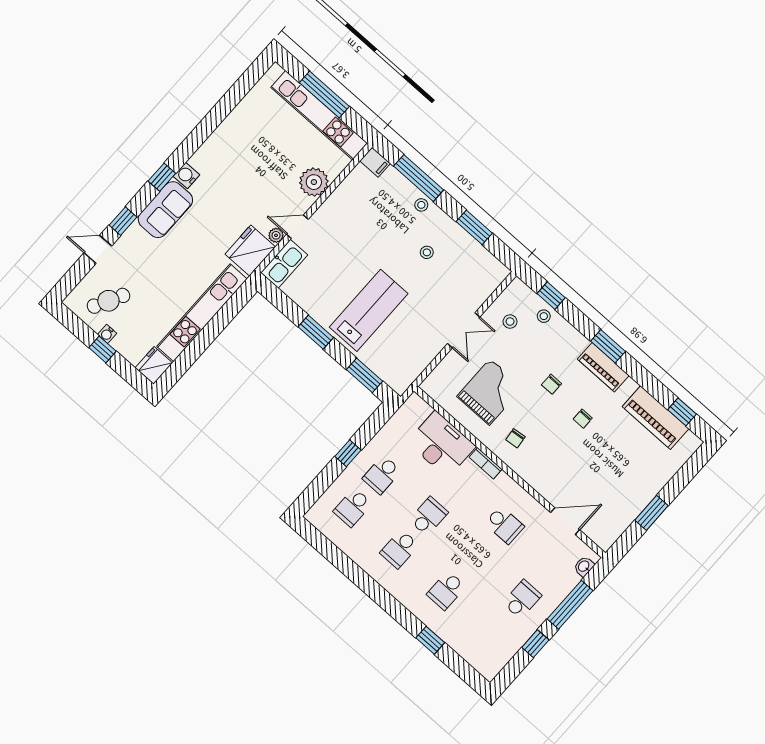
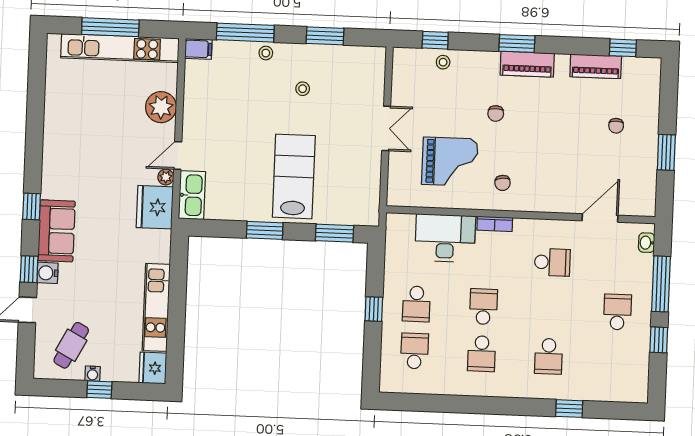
water cooler: (186, 176) -> (47, 273), moved
kitchen unit: (202, 313) -> (156, 307), width x0.73
stool: (510, 322) -> (419, 90), removed
grand piano: (490, 392) -> (450, 162), turned 90
piano: (656, 418) -> (596, 66), width x0.73, depth x0.75
chair: (583, 419) -> (616, 126), moved
school desk: (353, 507) -> (415, 351), turned 180

